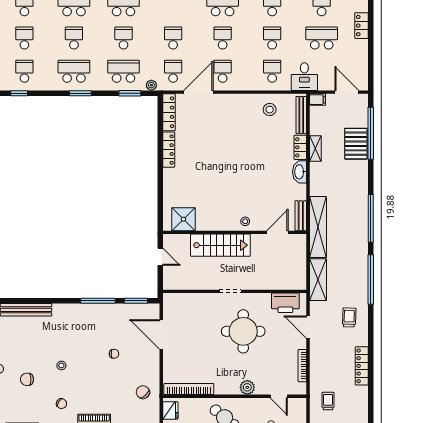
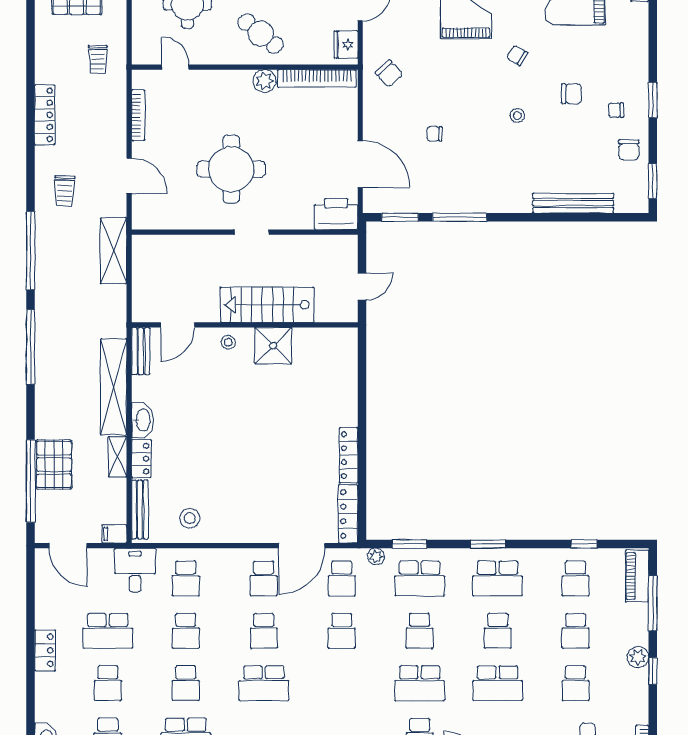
shower: (183, 219) -> (273, 346), moved
shelving: (318, 227) -> (114, 387), moved
door: (160, 257) -> (362, 286), swing flipped
printer: (285, 303) -> (336, 214), moved
plant: (247, 387) -> (265, 81), moved

